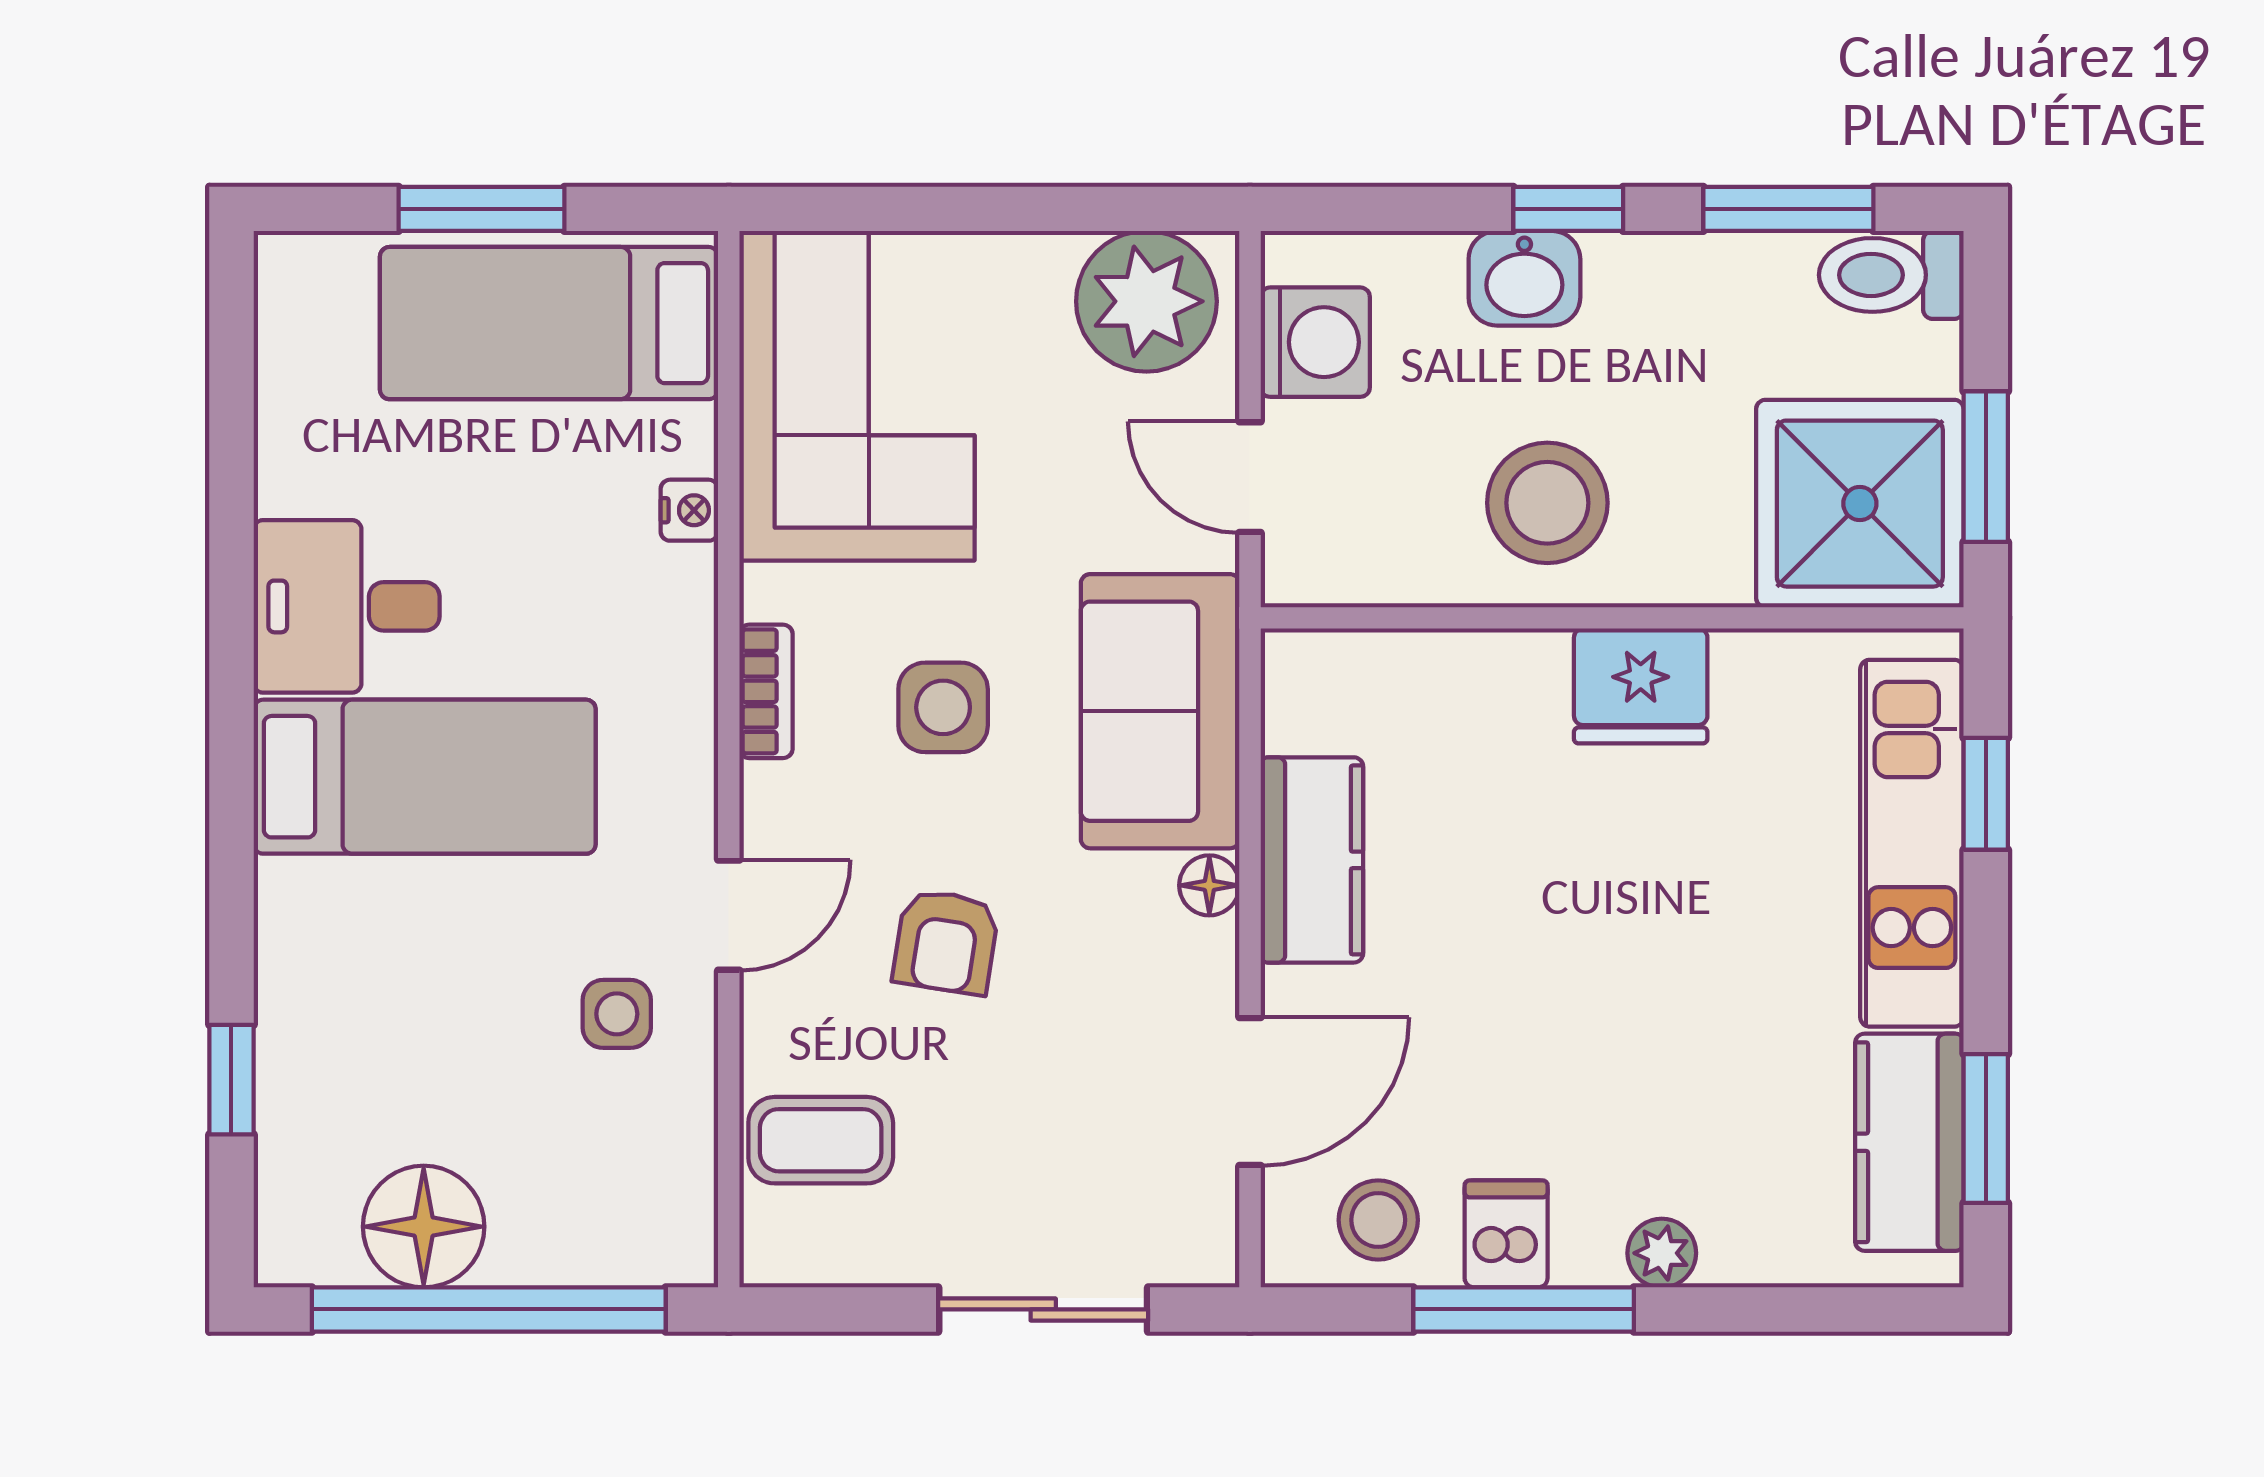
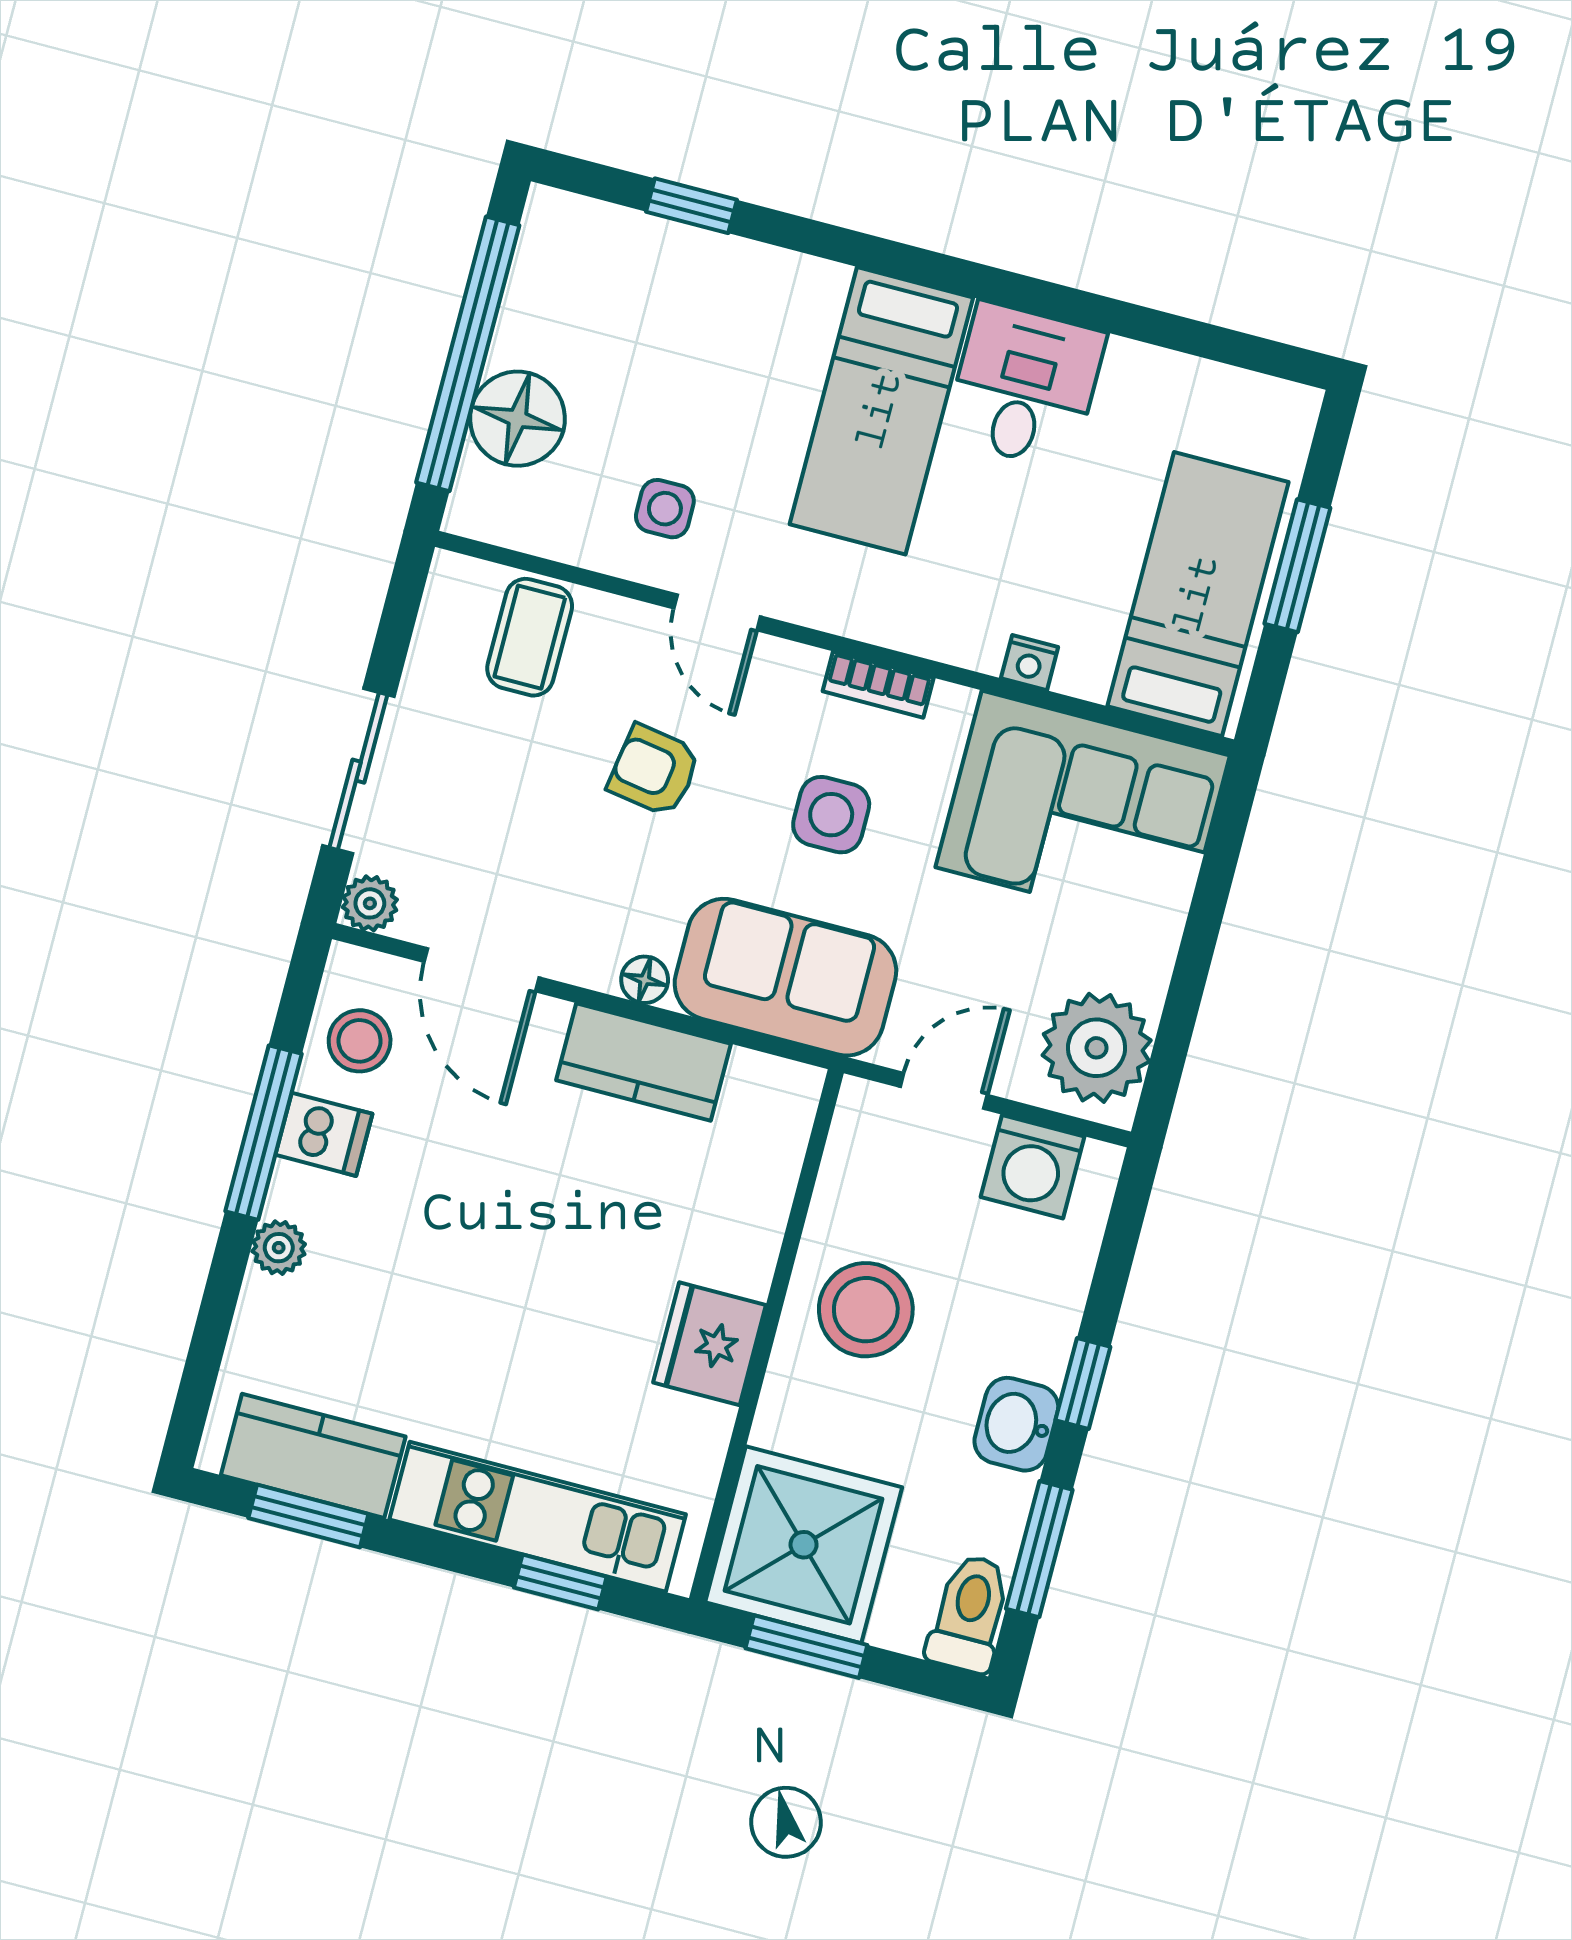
washbasin: (1524, 278) -> (1016, 1424), moved
floor lamp: (424, 1227) -> (517, 419), moved
plant: (1204, 1252) -> (370, 903), added

